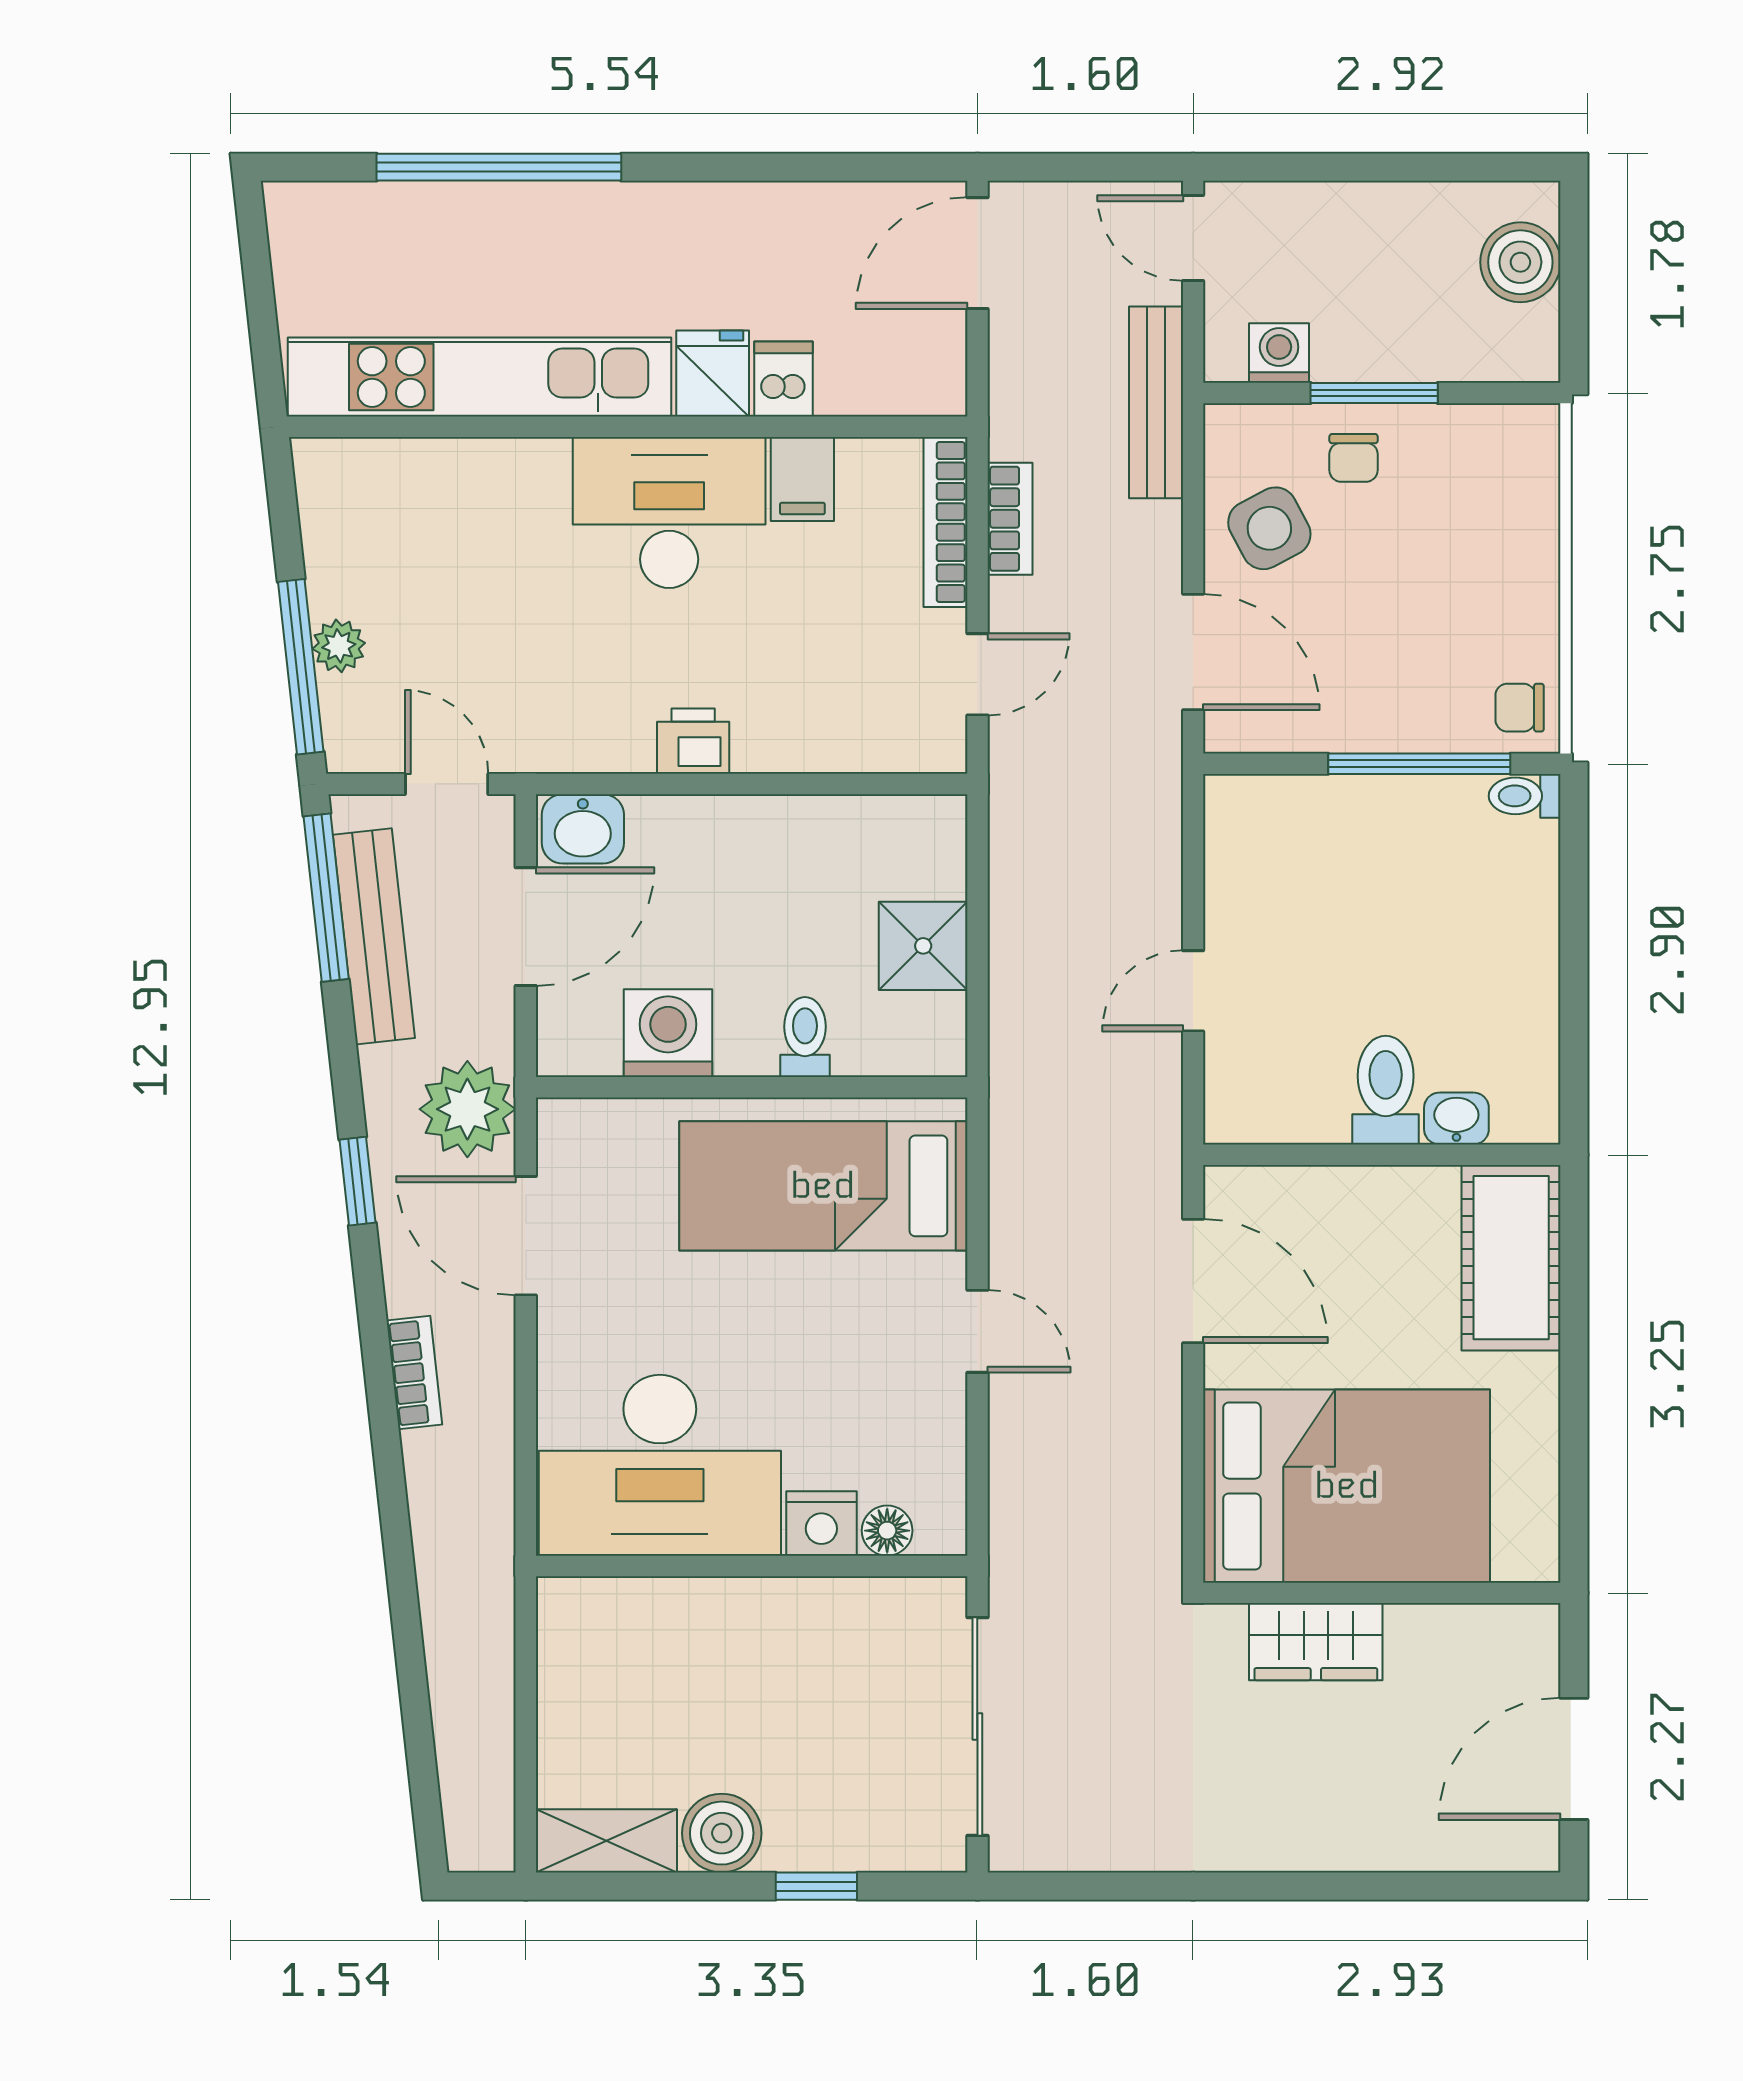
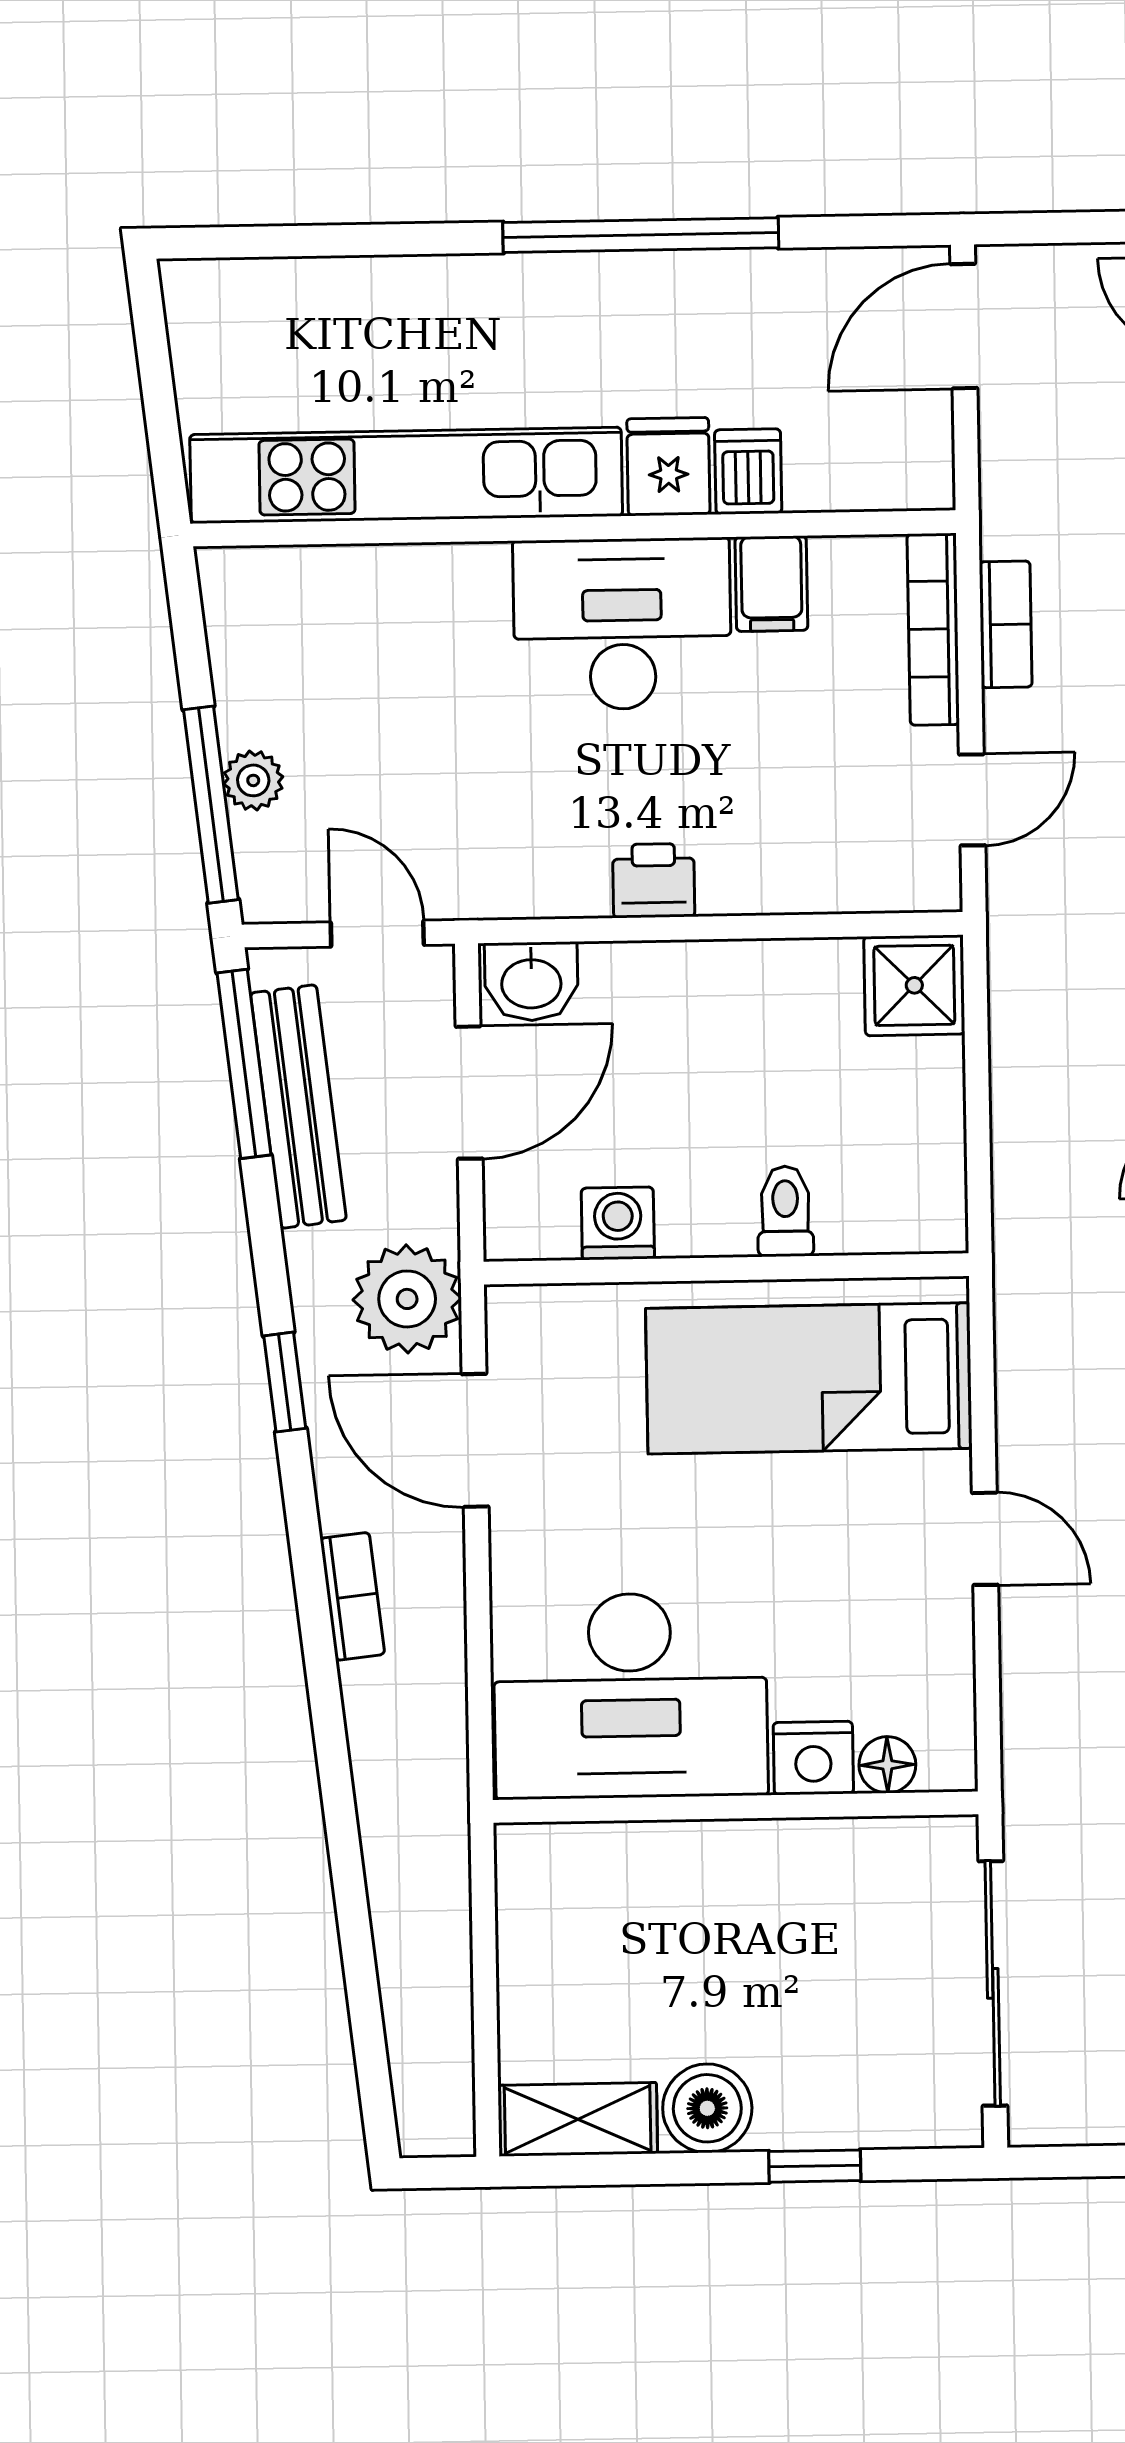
window: (499, 167) -> (641, 235), moved
shower: (923, 946) -> (914, 985), moved
washing machine: (668, 1033) -> (618, 1223), width x0.73, depth x0.73

